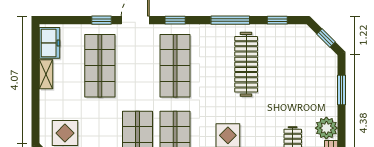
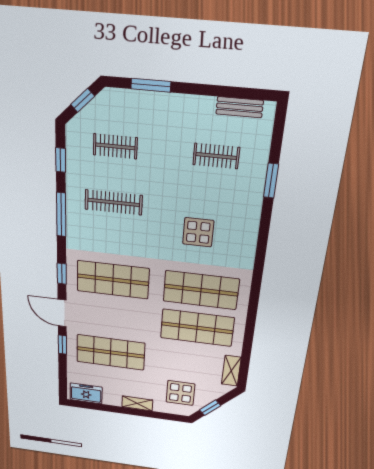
clothes rail: (246, 64) -> (114, 202), width x0.73, depth x0.76
clothes rail: (293, 64) -> (115, 146), added
shelving: (46, 74) -> (137, 403), moved
plant: (326, 128) -> (200, 110), removed

